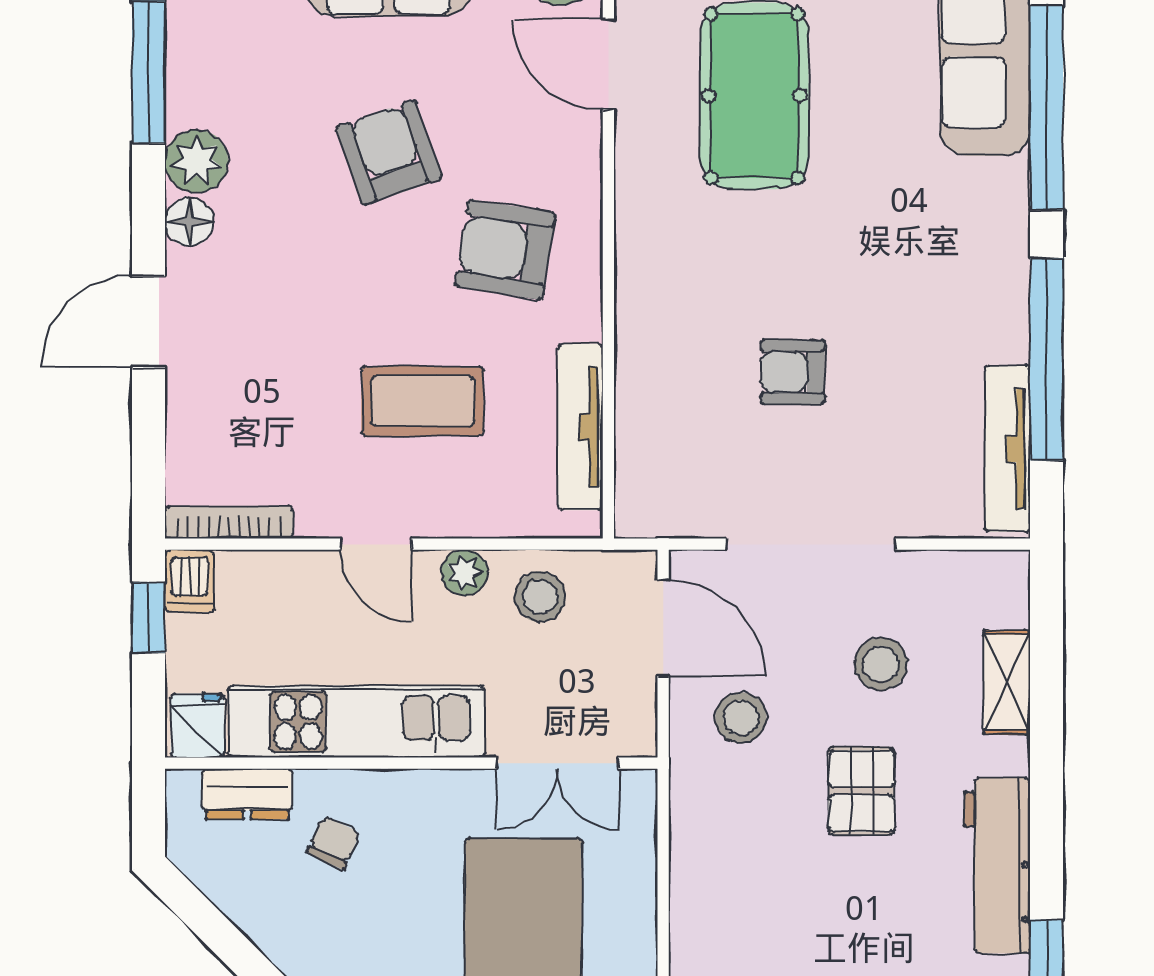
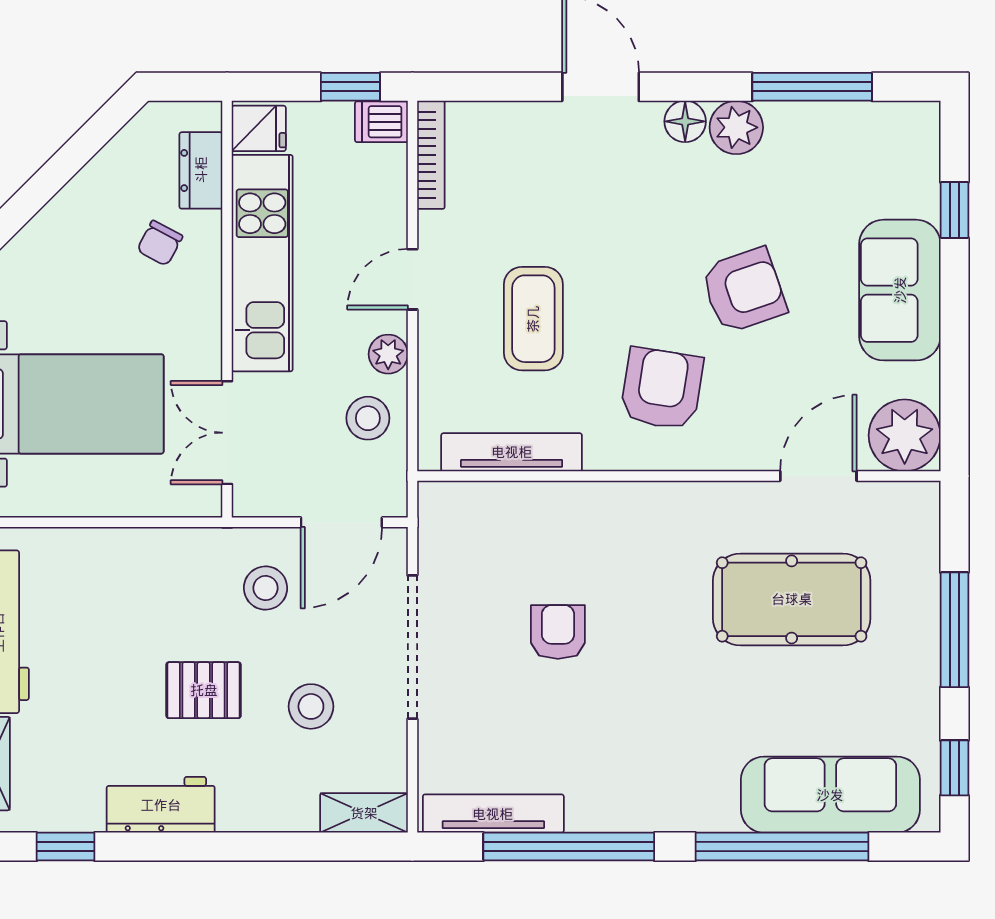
shelving: (1007, 682) -> (364, 813), moved
chair: (333, 843) -> (160, 243), turned 94
workbench: (997, 866) -> (161, 805), width x0.73

